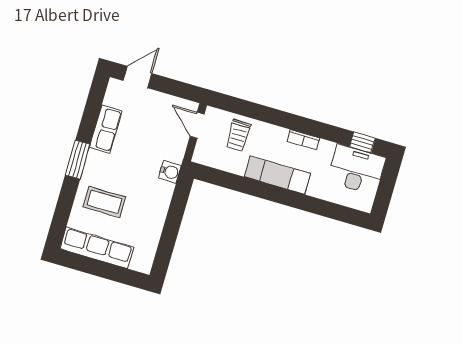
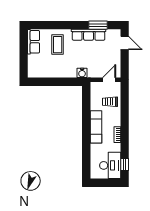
row of seats: (106, 129) -> (89, 35), width x1.48
window: (78, 160) -> (98, 25), moved
row of seats: (97, 248) -> (34, 42), width x0.68

